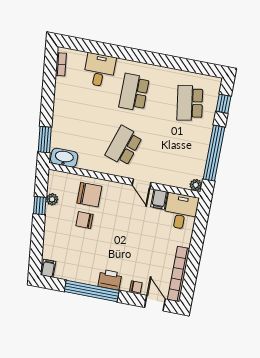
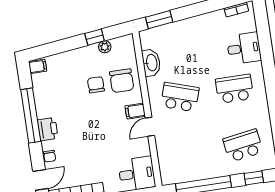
washbasin: (64, 158) -> (151, 63), moved
plant: (196, 185) -> (167, 179), removed
filing cabinet: (159, 199) -> (135, 111), moved

